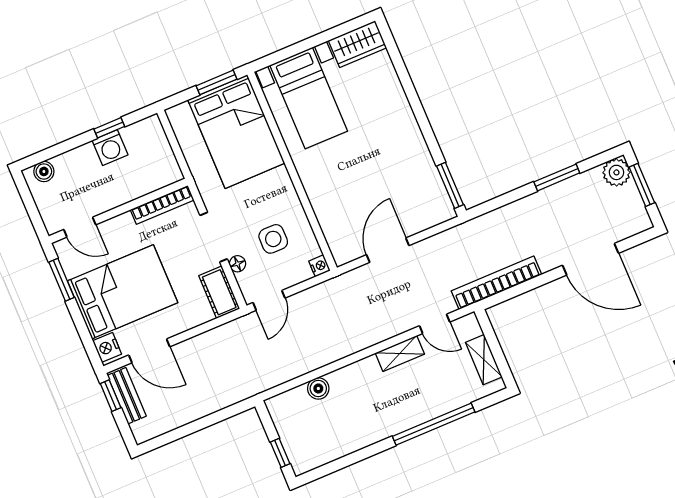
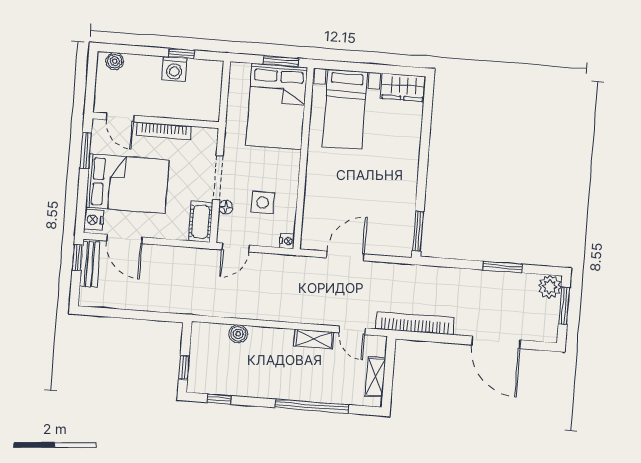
bookcase: (162, 205) -> (164, 131), moved
window: (334, 466) -> (219, 399), added

